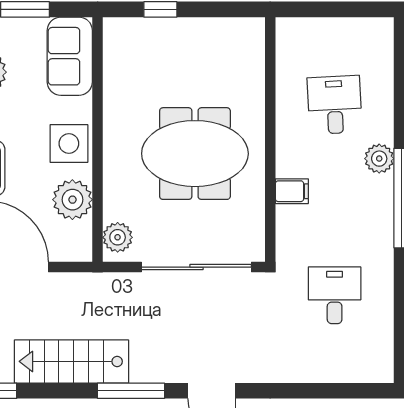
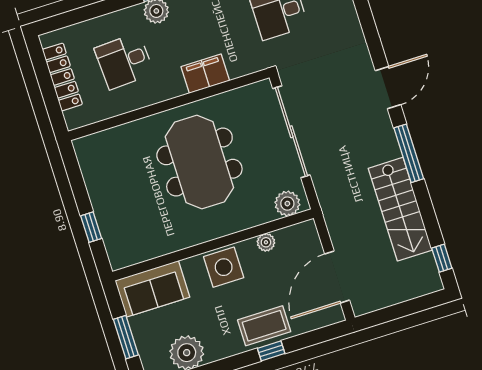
locker: (339, 30) -> (62, 77), added
filing cabinet: (292, 191) -> (205, 74), width x2.00
plant: (72, 200) -> (266, 242), width x0.53, depth x0.53

